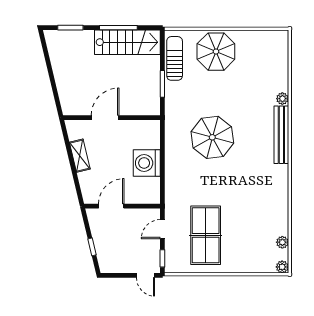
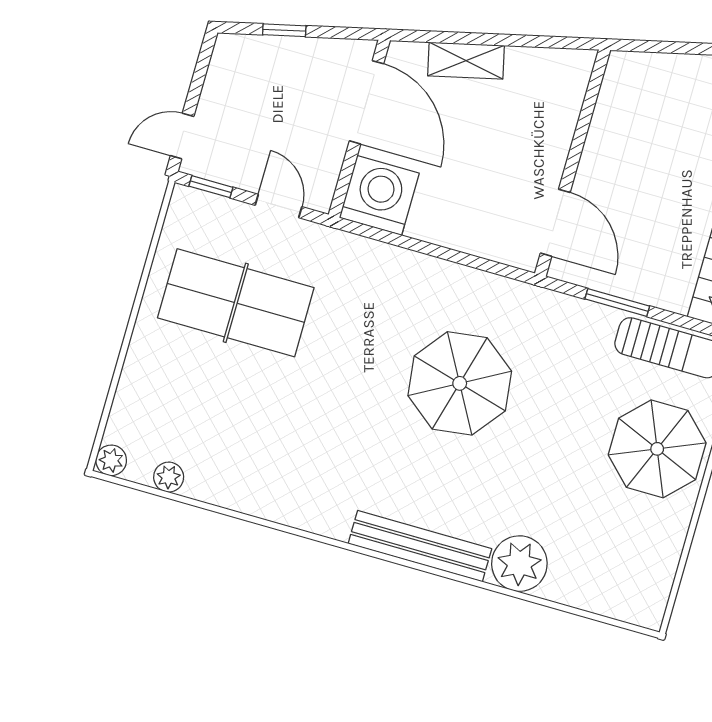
plant: (282, 99) -> (519, 564), width x1.87, depth x1.87
door: (105, 118) -> (555, 223), moved
shelving: (80, 156) -> (466, 61), moved
washing machine: (147, 163) -> (379, 195), moved
door: (111, 206) -> (366, 102), width x1.36

